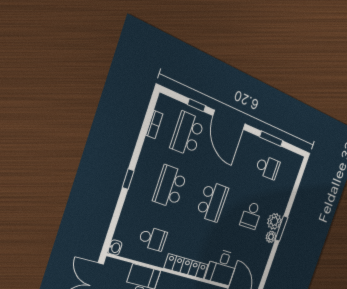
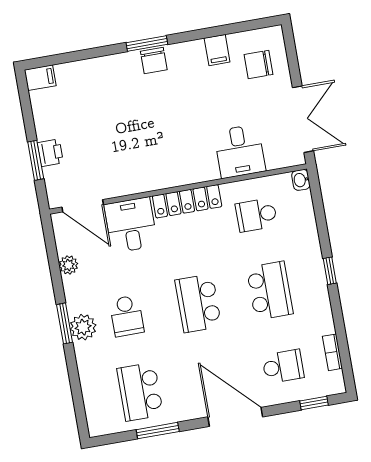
window: (197, 105) -> (314, 403), moved
school desk: (187, 134) -> (283, 366), width x0.54
school desk: (268, 167) -> (140, 392), width x1.85
school desk: (251, 215) -> (127, 316), turned 180
plant: (271, 237) -> (68, 265), moved

